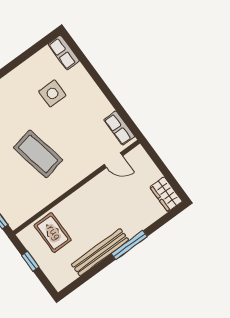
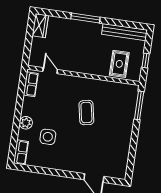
plant: (87, 86) -> (26, 123), added
coffee table: (38, 154) -> (86, 113), width x0.73, depth x0.76
bench: (100, 252) -> (124, 32), moved

